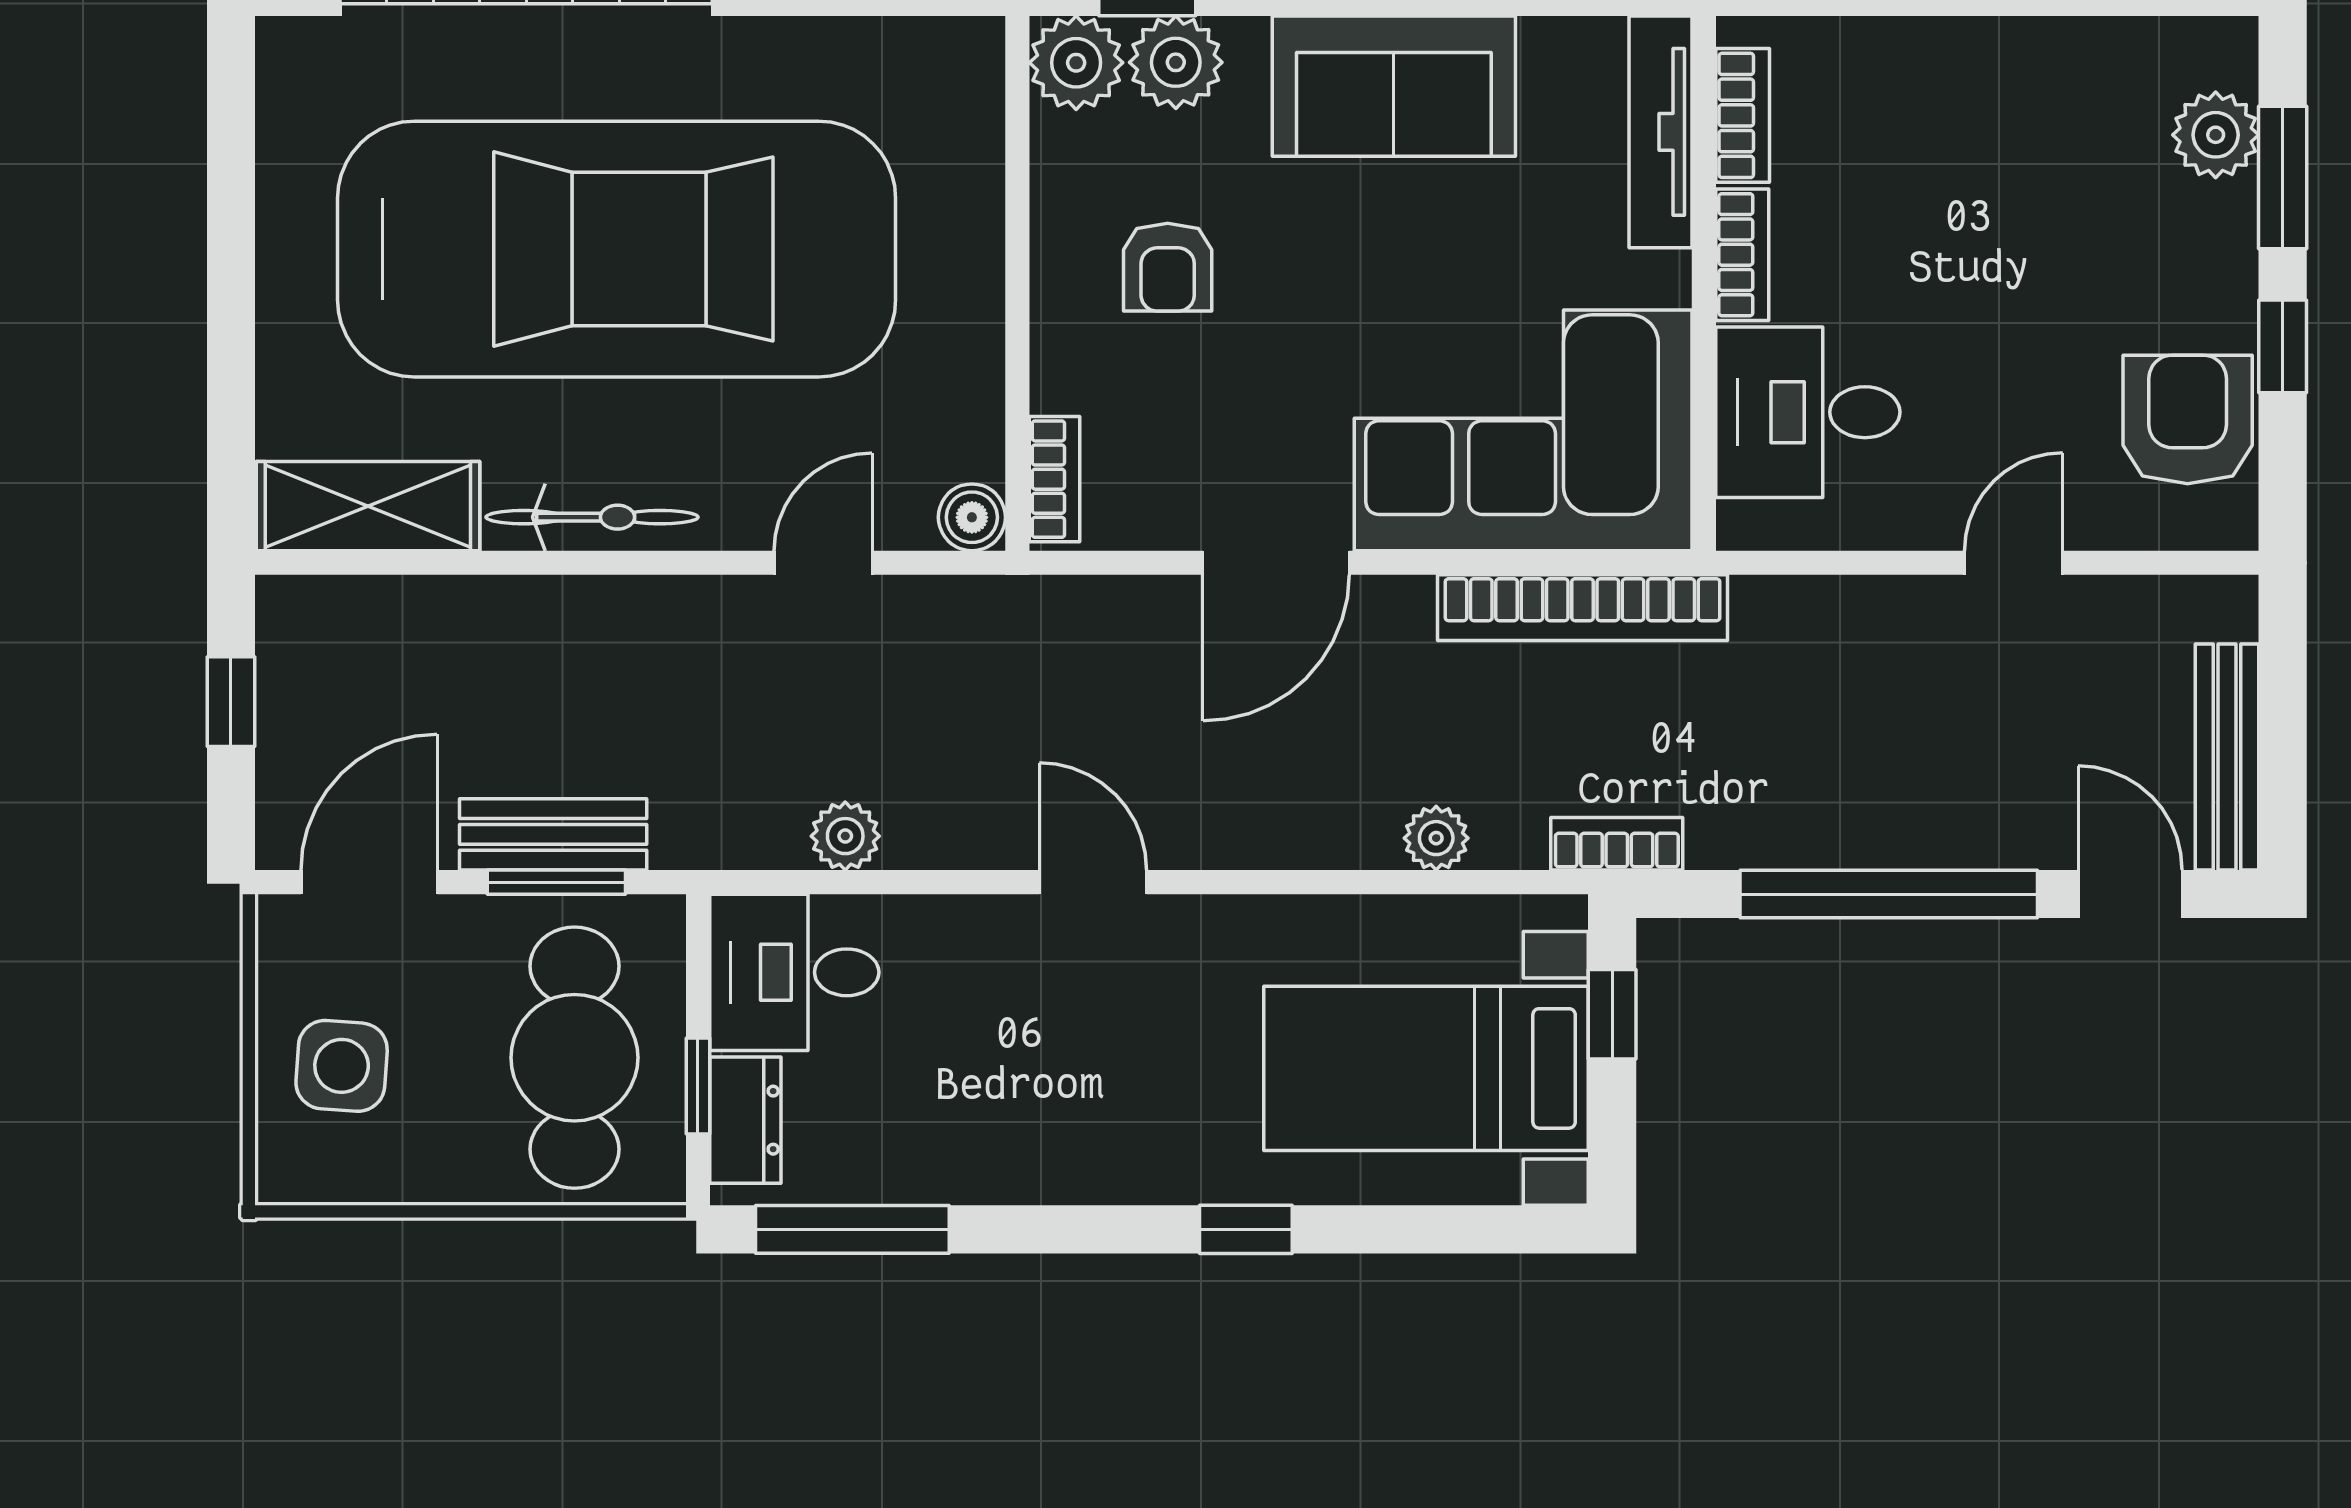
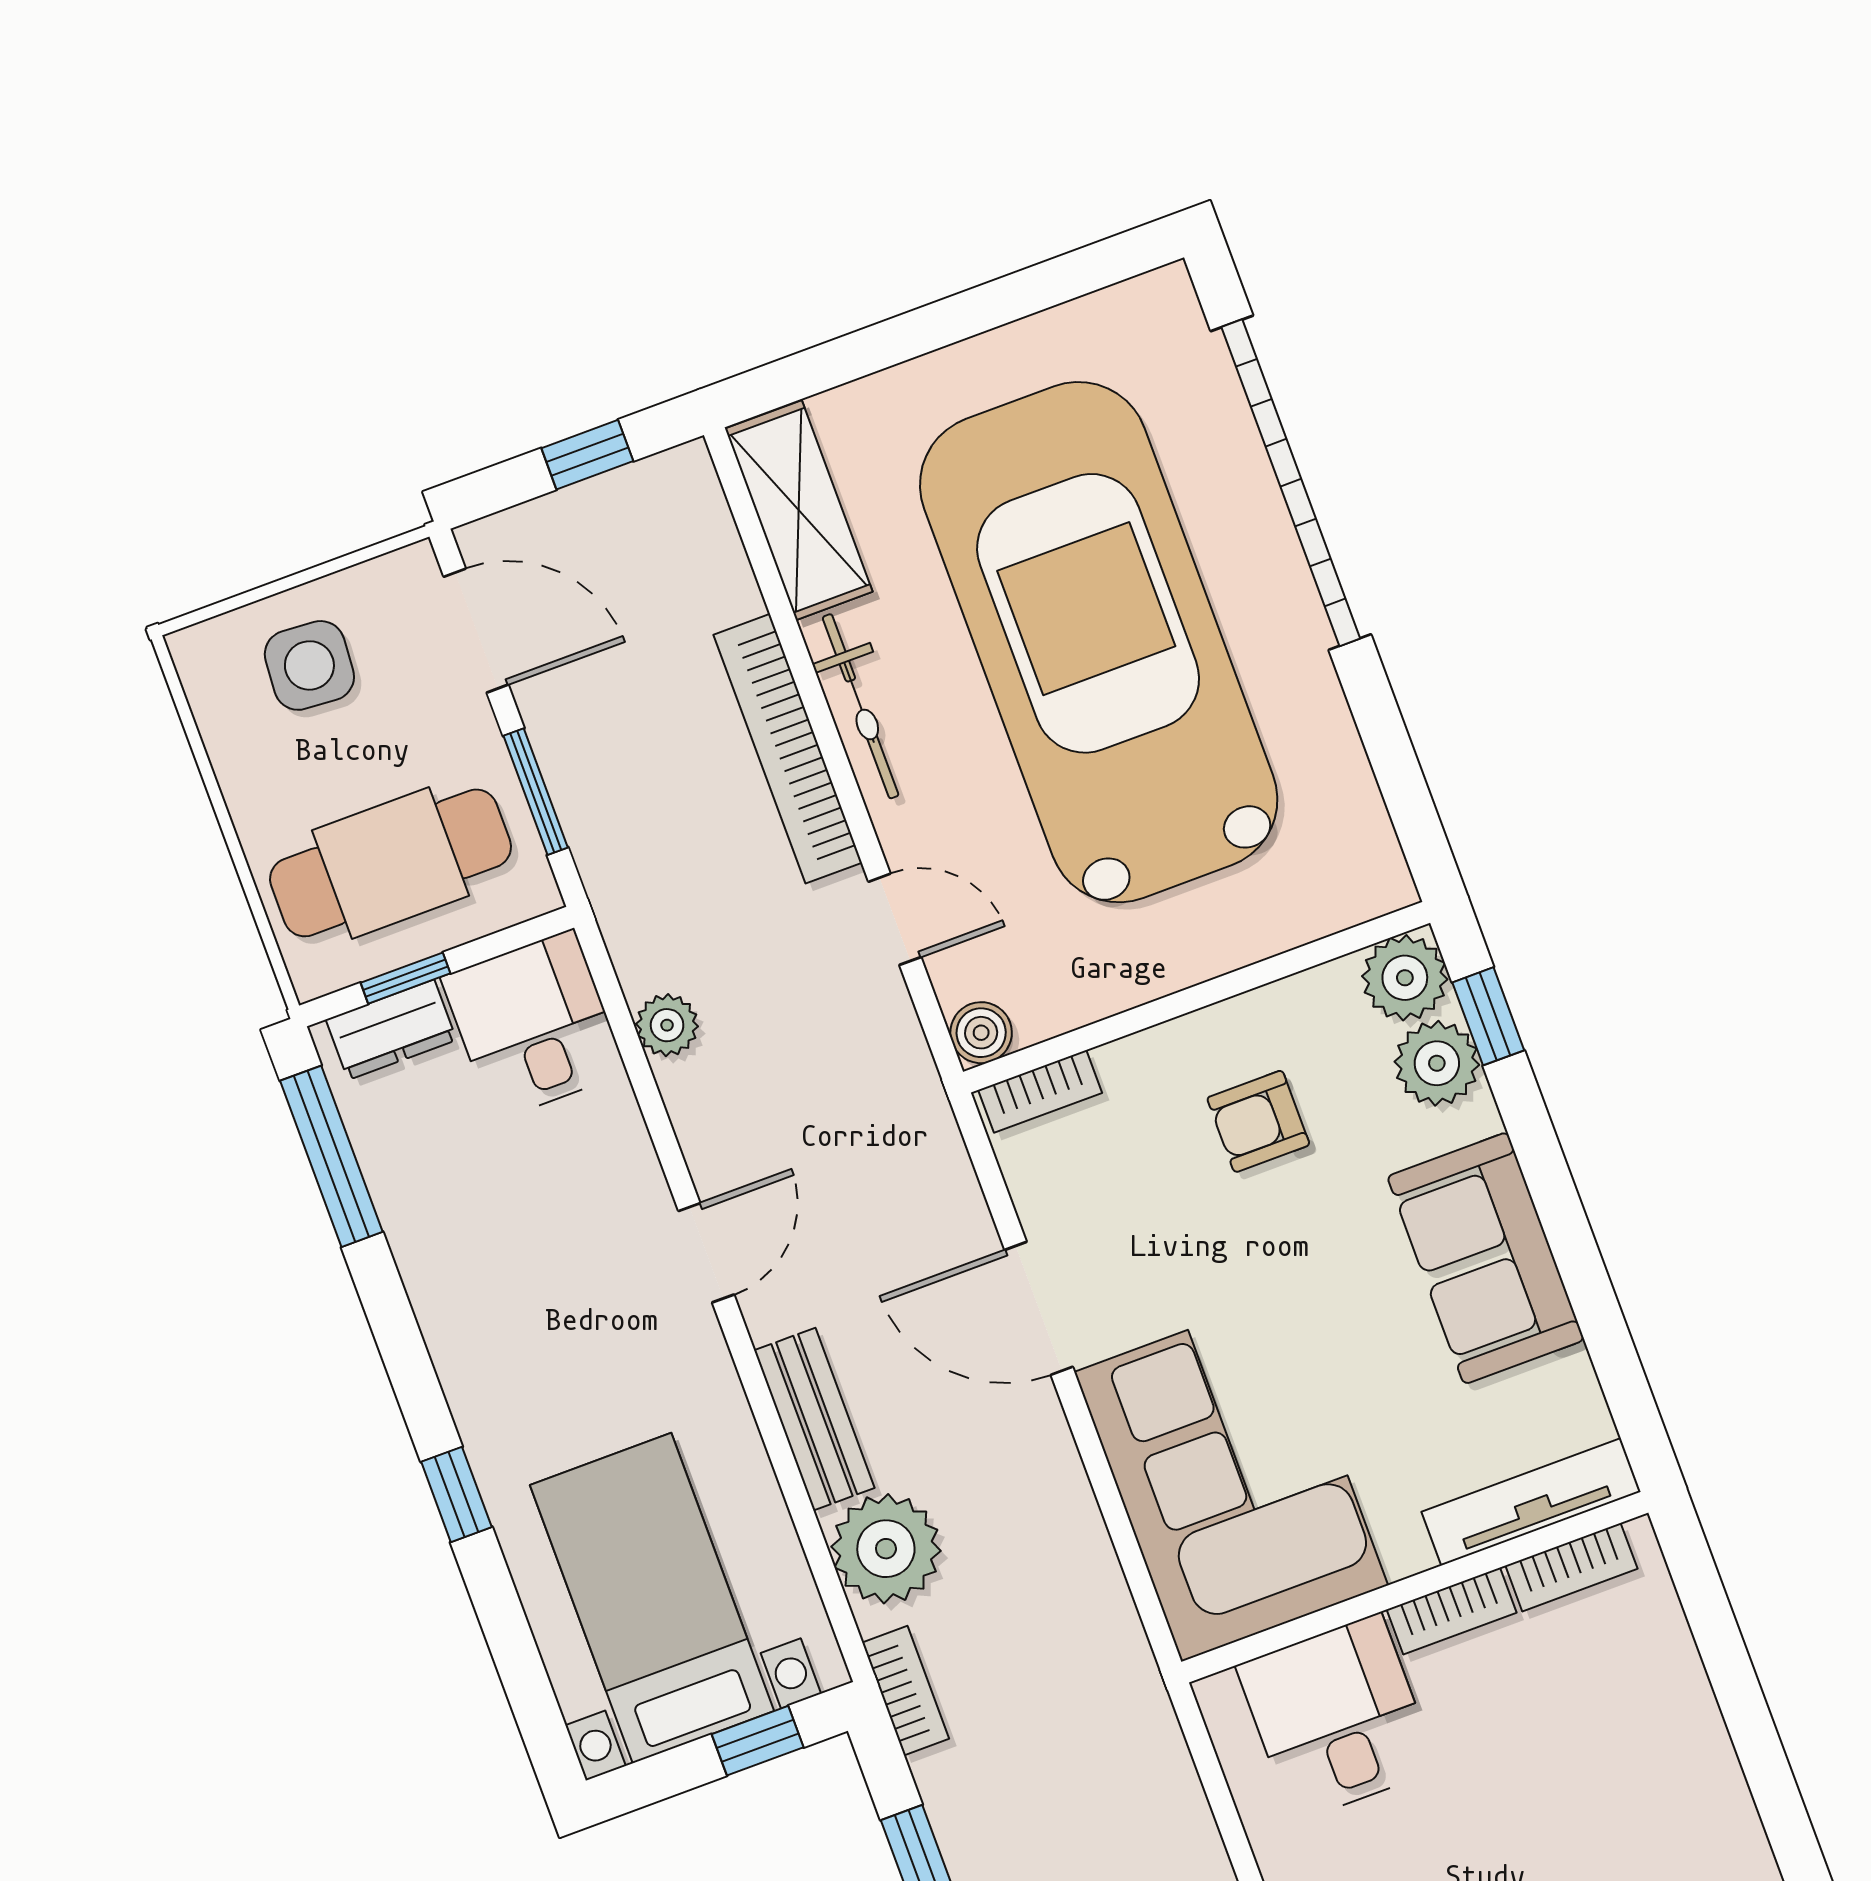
car: (617, 249) -> (1099, 642), turned 180
bookcase: (1583, 608) -> (788, 749), moved
bench: (553, 834) -> (814, 1419), moved
plant: (1436, 838) -> (886, 1549), width x1.87, depth x1.87

